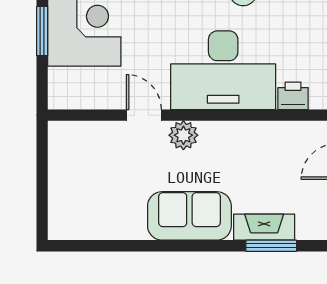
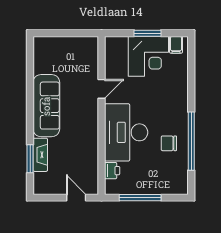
plant: (183, 135) -> (91, 111), removed
sofa: (189, 216) -> (46, 106), width x1.36

